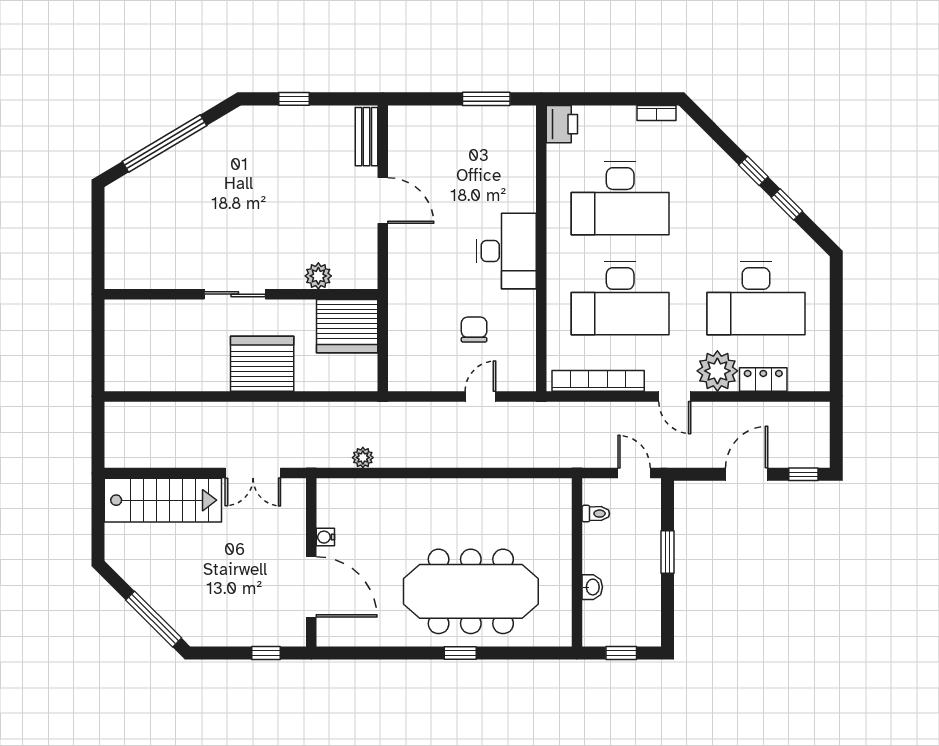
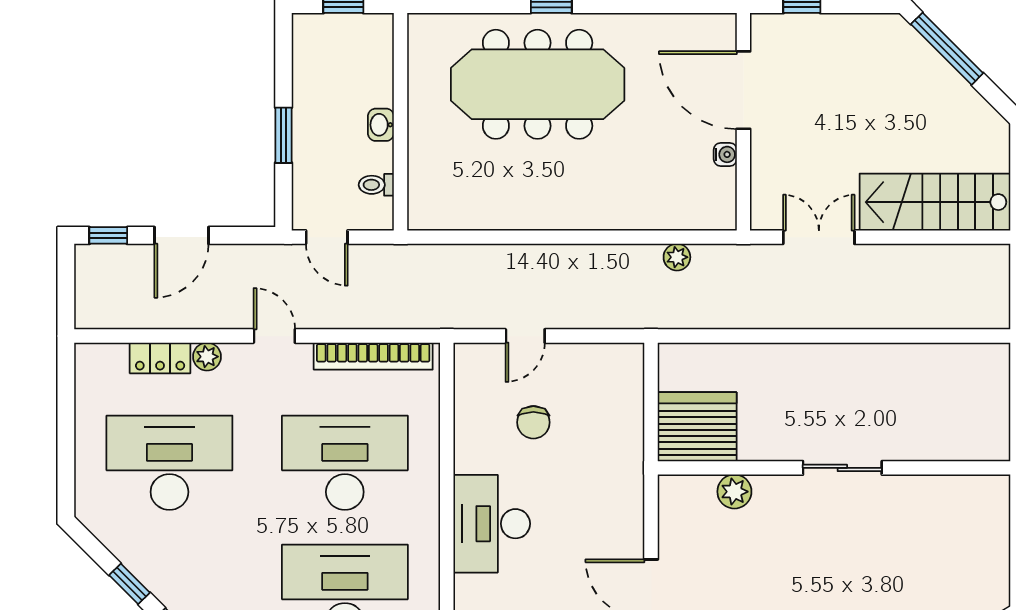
server rack: (262, 364) -> (807, 378), removed
plant: (717, 371) -> (207, 357), width x0.53, depth x0.53
washbasin: (592, 587) -> (381, 125), moved

